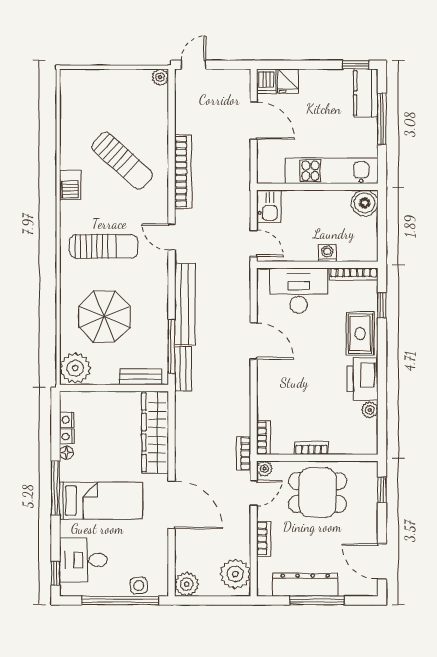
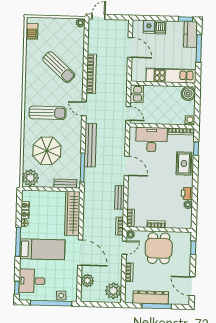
dishwasher: (266, 81) -> (160, 27), moved
barbecue: (70, 185) -> (32, 31), moved
washing machine: (327, 253) -> (190, 120), moved
bench: (183, 369) -> (120, 197), moved
printer: (362, 379) -> (187, 193), width x0.53, depth x0.68
dining table: (318, 493) -> (159, 248), turned 90
plant: (187, 584) -> (87, 281), moved

